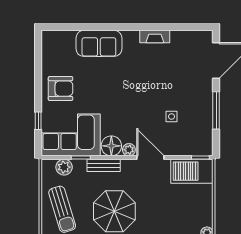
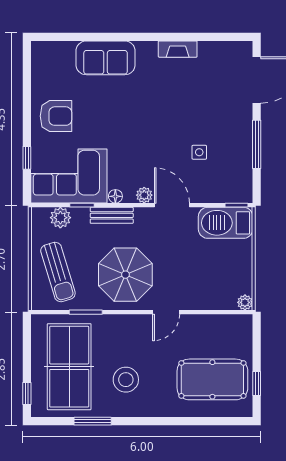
floor lamp: (111, 146) -> (115, 196), width x0.53, depth x0.53

